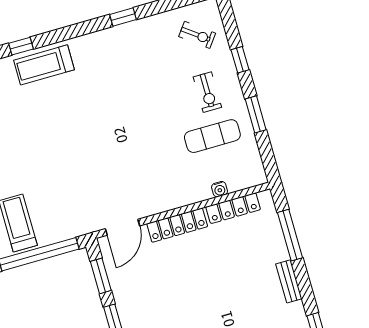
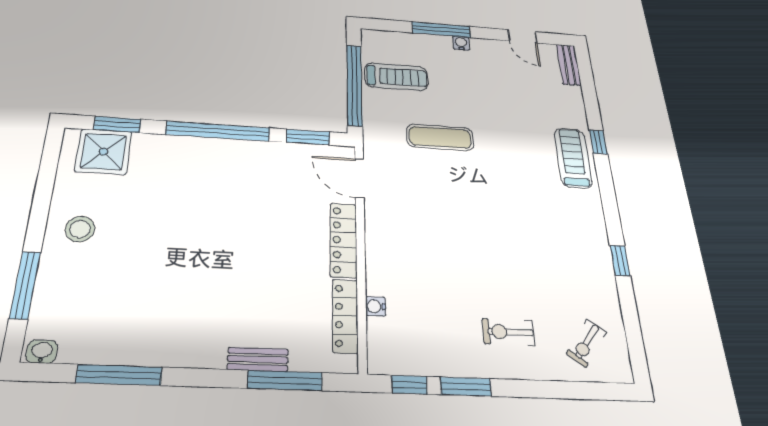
window: (240, 60) -> (409, 385), moved
exercise mat: (212, 136) -> (440, 137), moved, turned 90
bench: (289, 281) -> (258, 359), moved

